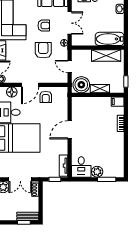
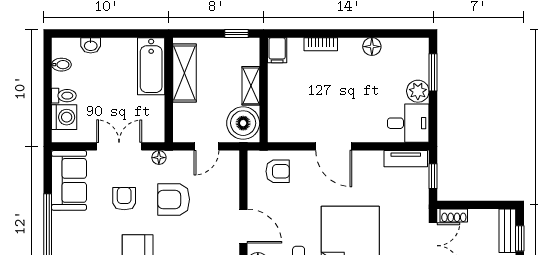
armchair: (46, 97) -> (278, 171), moved
floor lamp: (119, 149) -> (372, 47), added

